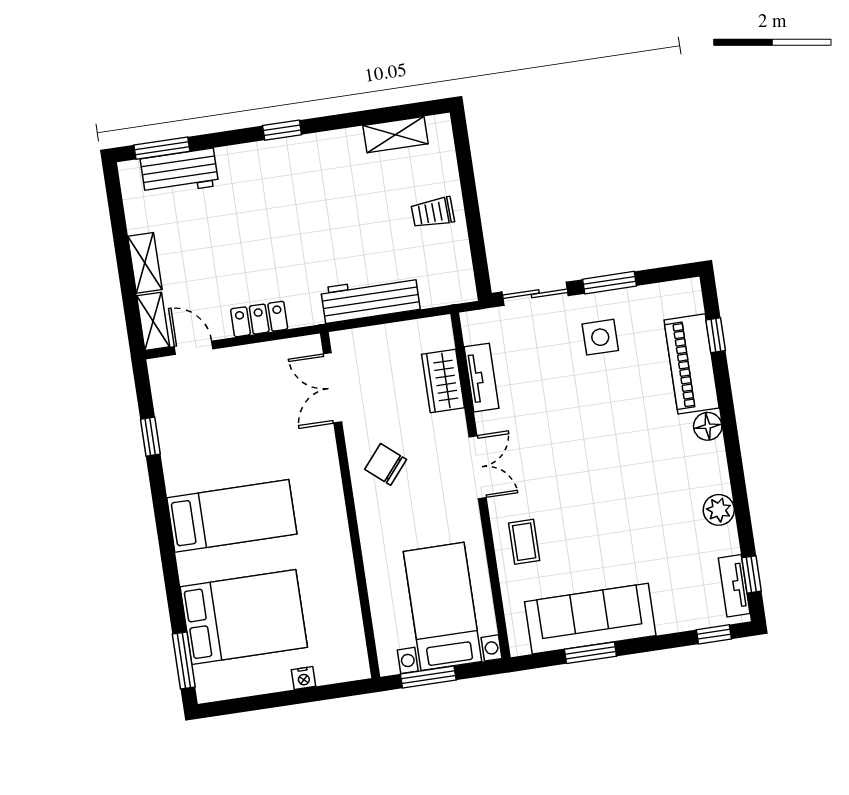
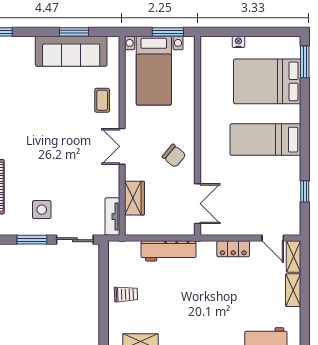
tv unit: (481, 378) -> (112, 217), moved

